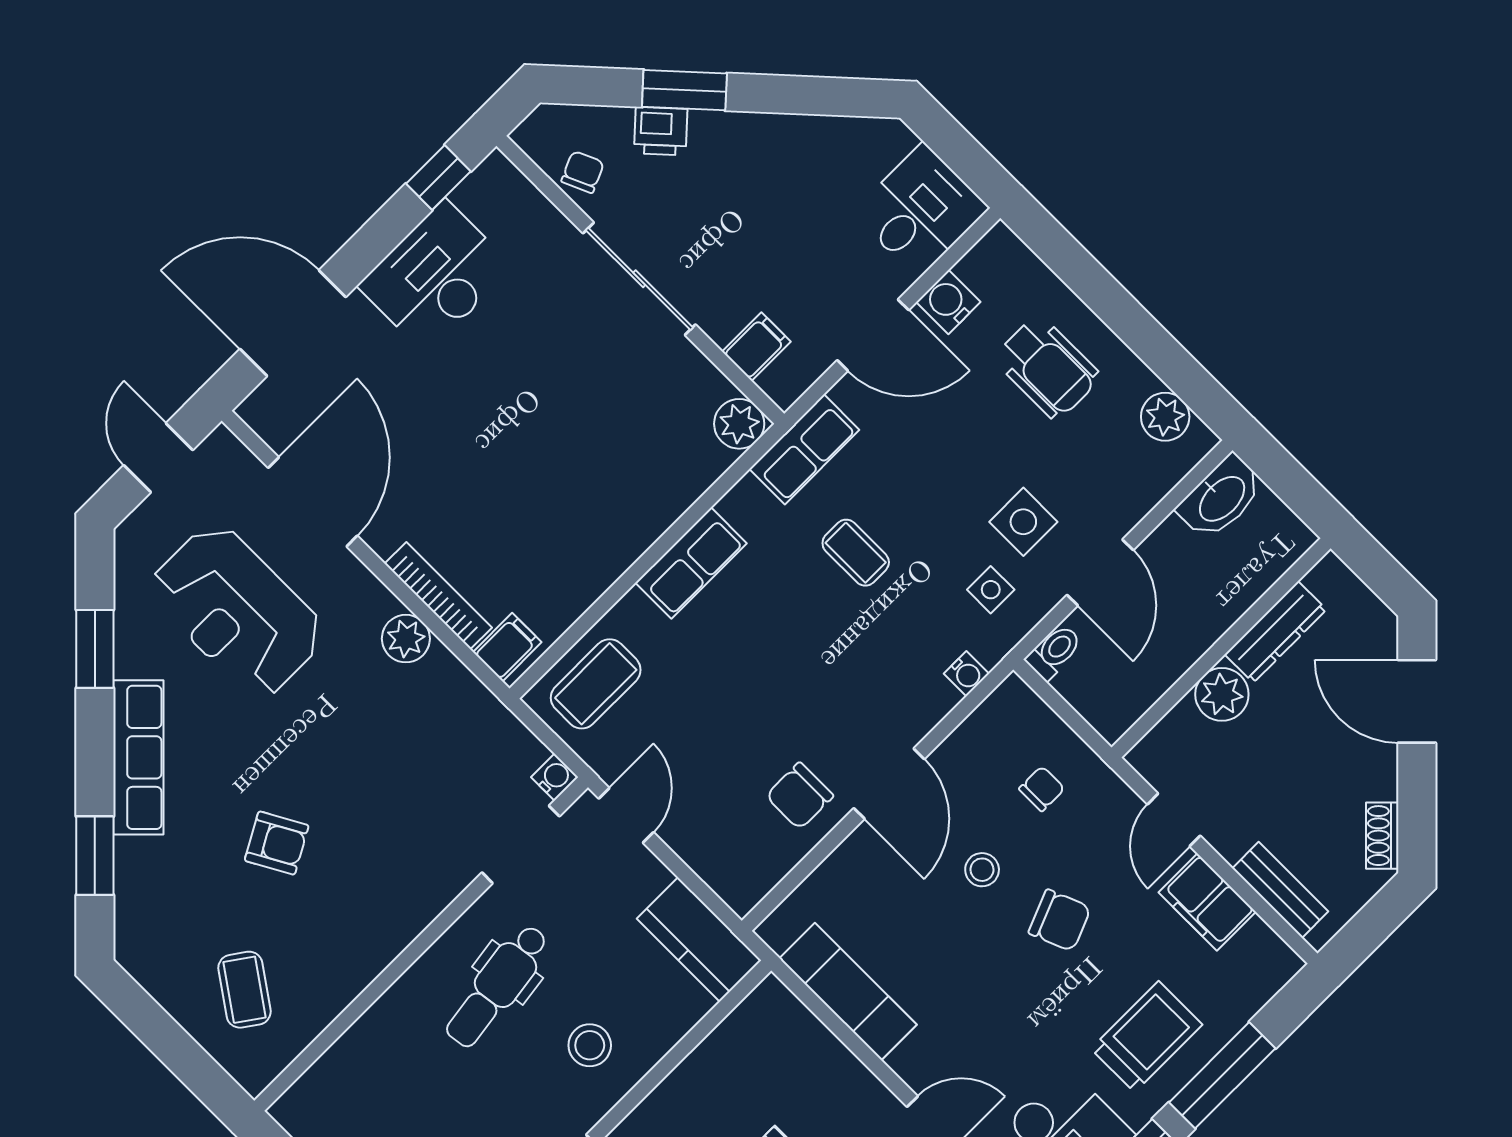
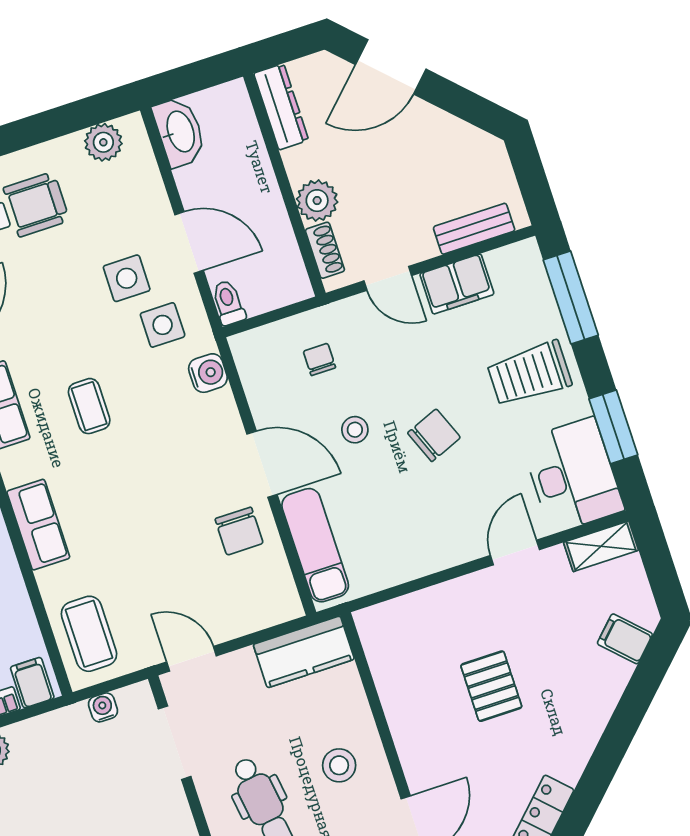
coffee table: (856, 553) -> (89, 406), turned 90
side table: (991, 590) -> (163, 325), width x1.37, depth x1.37
dresser: (1276, 632) -> (281, 107), moved
water cooler: (966, 674) -> (208, 373), width x1.38, depth x1.38
water cooler: (555, 777) -> (103, 707), moved
shoe rack: (1382, 836) -> (325, 250), moved, turned -135
chair: (1060, 920) -> (434, 435), moved
exam couch: (848, 992) -> (315, 545), moved, turned 90
trolley: (1147, 1037) -> (529, 374), turned -90
window: (1222, 1075) -> (571, 297), moved

